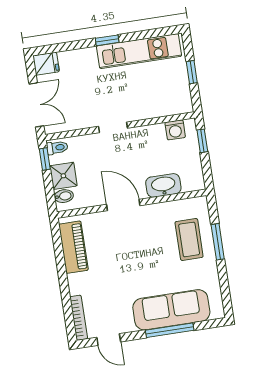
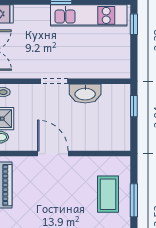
window: (192, 72) -> (134, 24), moved
washing machine: (175, 130) -> (111, 92), removed
washbasin: (163, 185) -> (85, 94), moved, turned 180

